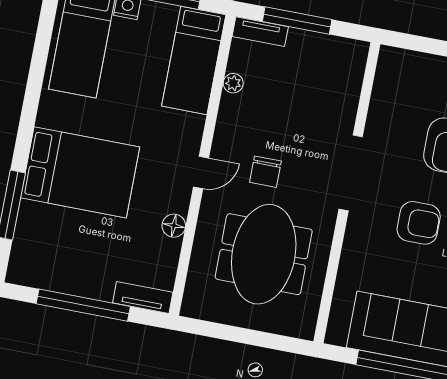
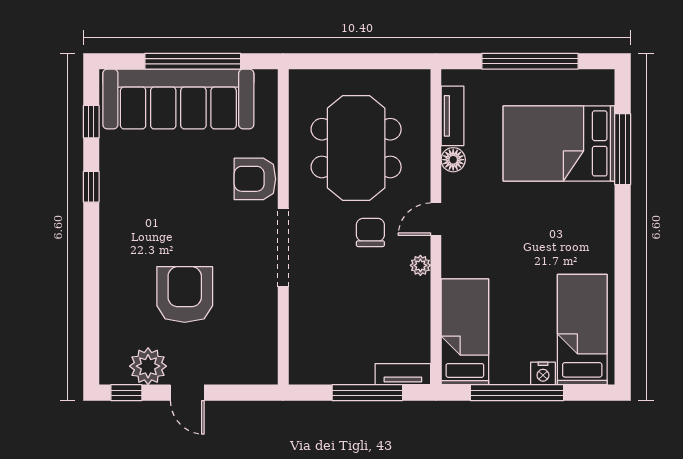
plant: (233, 83) -> (420, 265), moved
bed: (80, 172) -> (559, 143), moved
armchair: (419, 223) -> (255, 179), moved
tv unit: (143, 298) -> (452, 116), moved, turned -90

